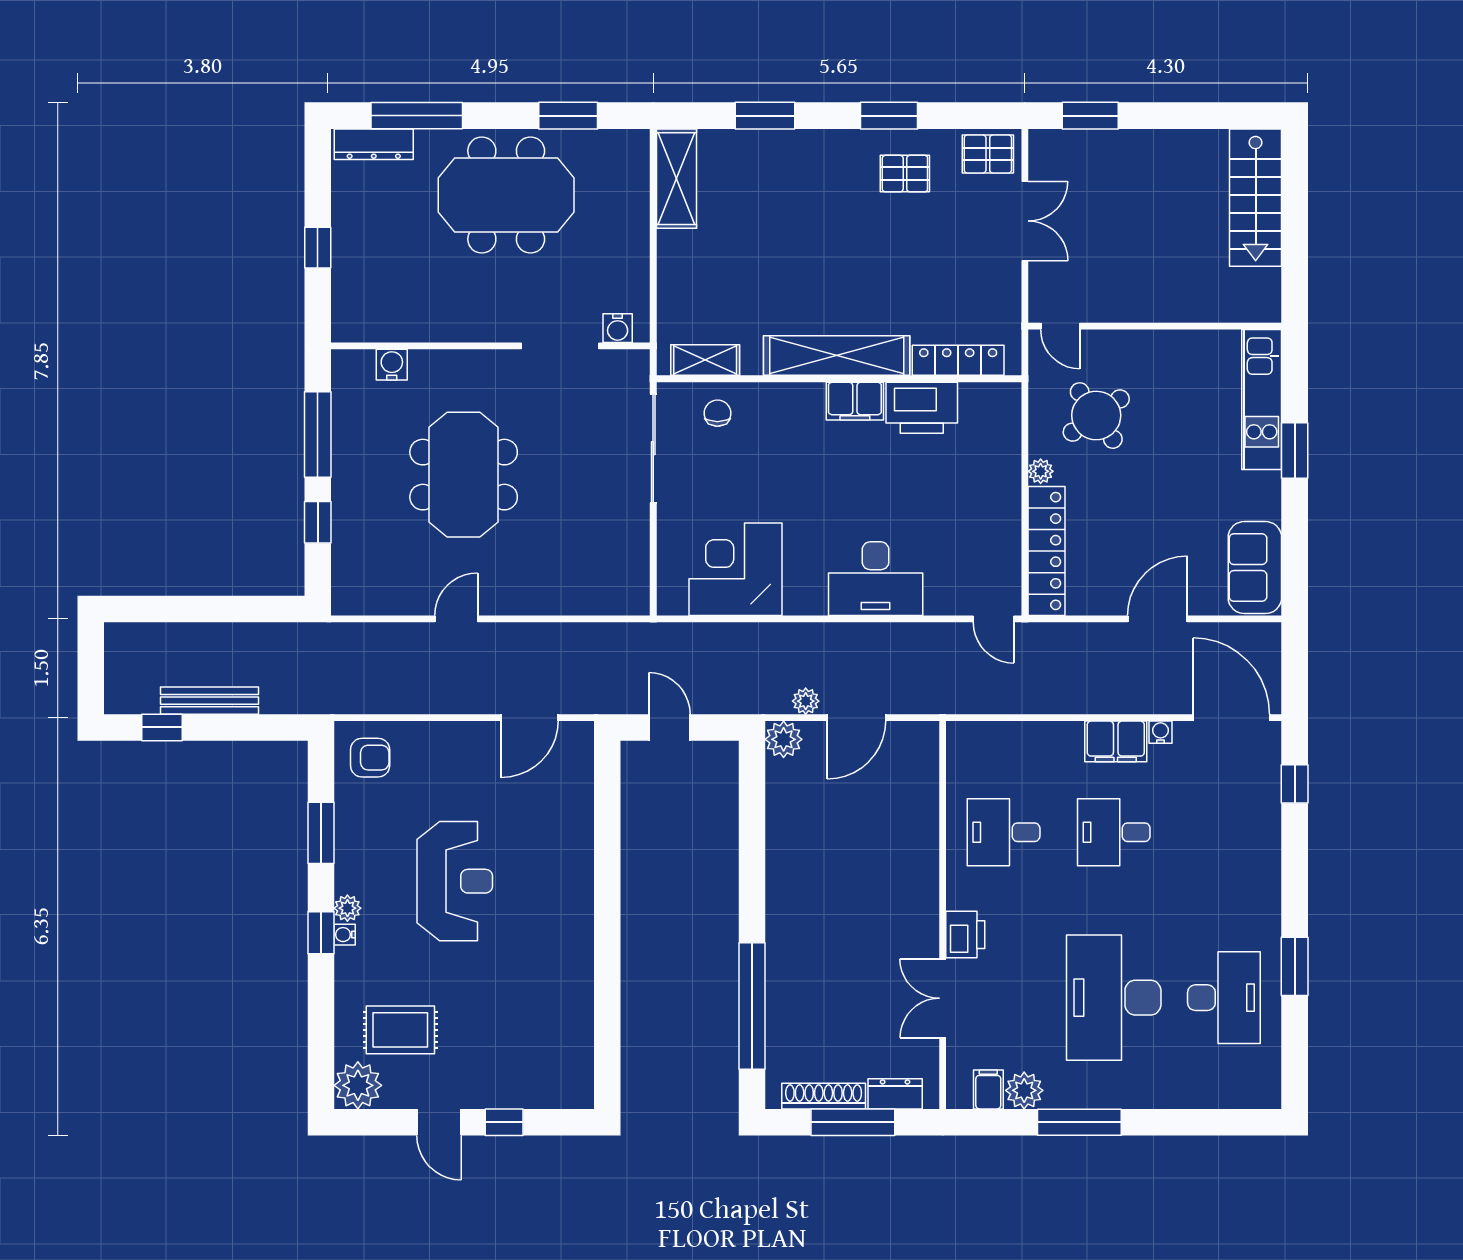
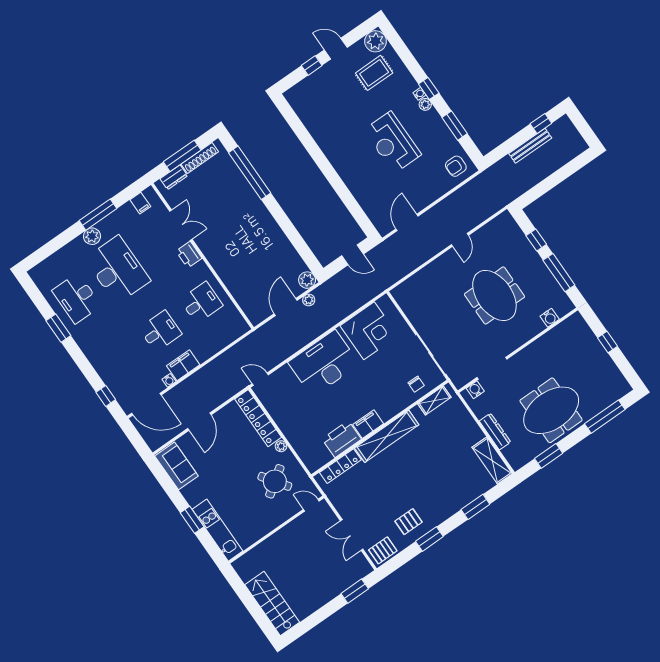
dresser: (374, 144) -> (495, 432), moved, turned 90
desk: (876, 579) -> (324, 363), width x1.36, depth x1.30
plant: (1024, 1090) -> (92, 236), moved

